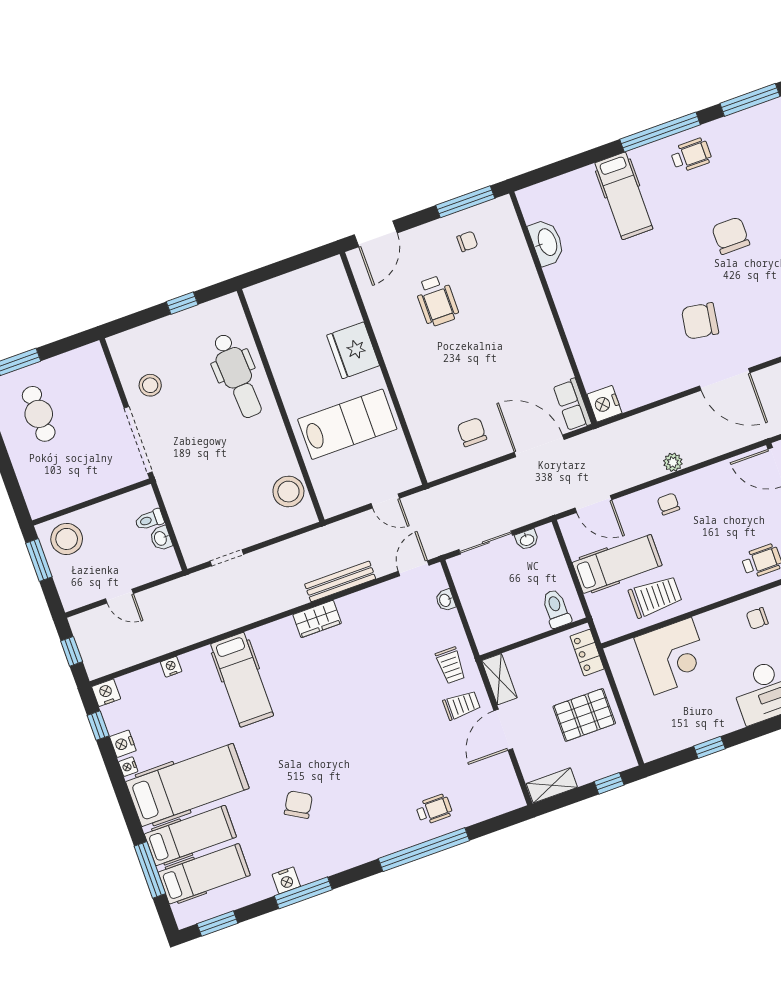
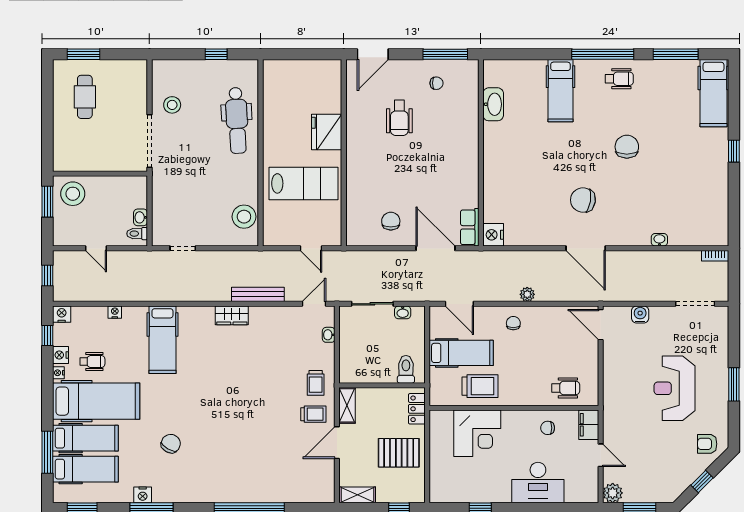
toilet: (149, 520) -> (137, 234), moved
wheelchair: (434, 809) -> (92, 362), moved

